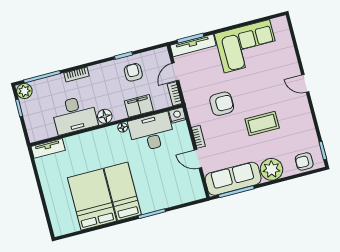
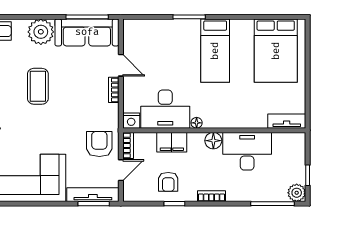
bookcase: (76, 74) -> (211, 196), moved
armchair: (222, 104) -> (99, 144), moved, turned 90
coffee table: (262, 123) -> (38, 86), turned 90
bed: (92, 199) -> (276, 51), moved

